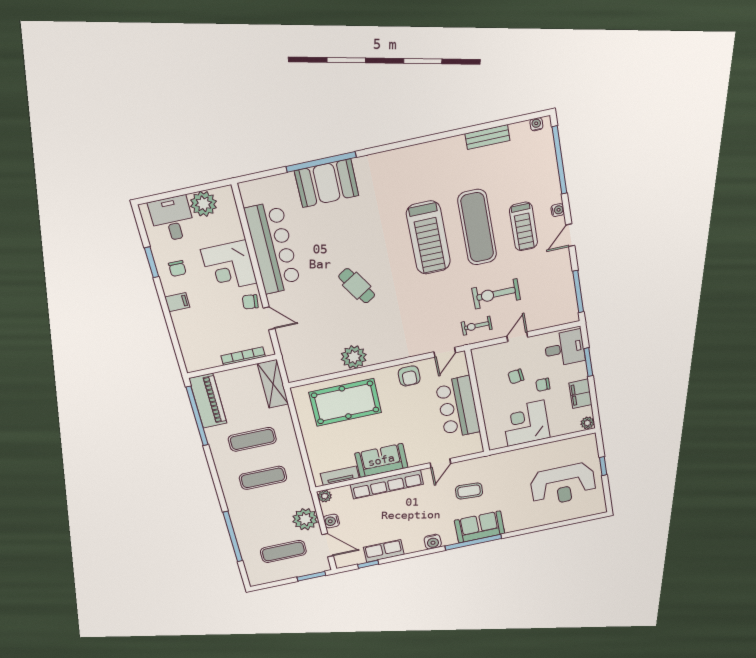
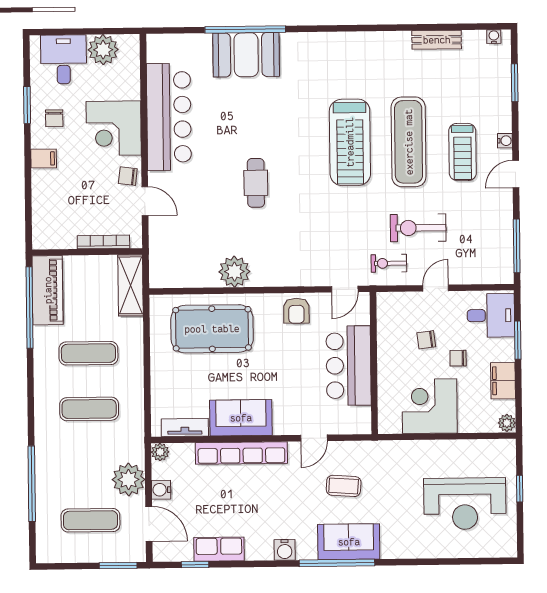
window: (560, 160) -> (515, 83), width x0.47
cafe table: (357, 286) -> (256, 183), turned 32

